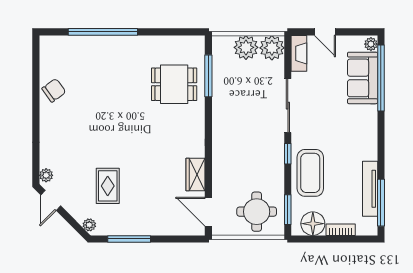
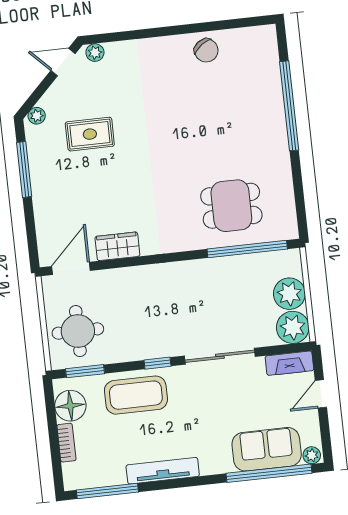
window: (208, 76) -> (247, 249), width x1.46
dining table: (174, 84) -> (231, 206), turned 90
tv unit: (370, 189) -> (163, 471), moved

